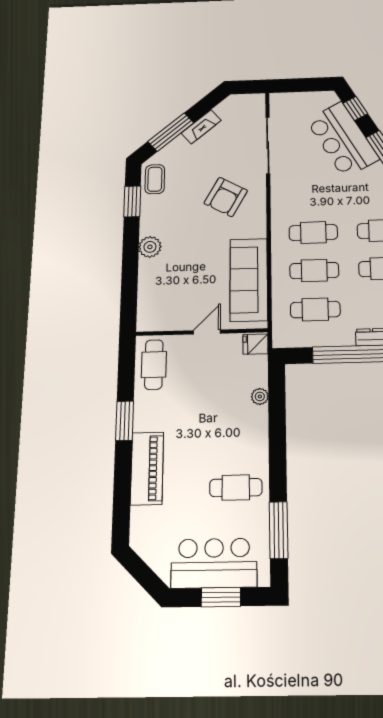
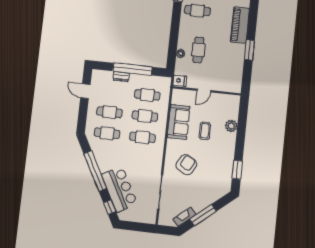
fireplace: (201, 127) -> (184, 217), moved
window: (171, 132) -> (203, 215), moved
coffee table: (155, 179) -> (205, 131), moved
plant: (150, 247) -> (231, 126), moved
sofa: (249, 280) -> (179, 122), width x0.73
cafe table: (154, 365) -> (198, 50), moved

